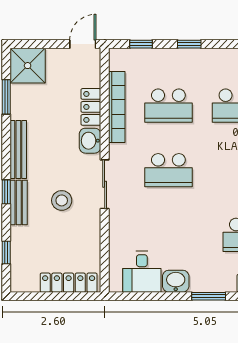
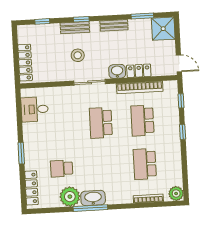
bench: (18, 149) -> (114, 25), width x0.73
washbasin: (176, 281) -> (30, 131), removed

